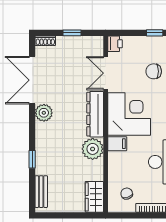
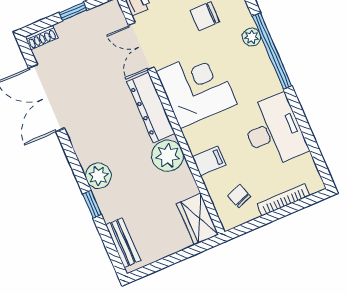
plant: (44, 113) -> (98, 176), moved
filing cabinet: (117, 144) -> (209, 161), moved

